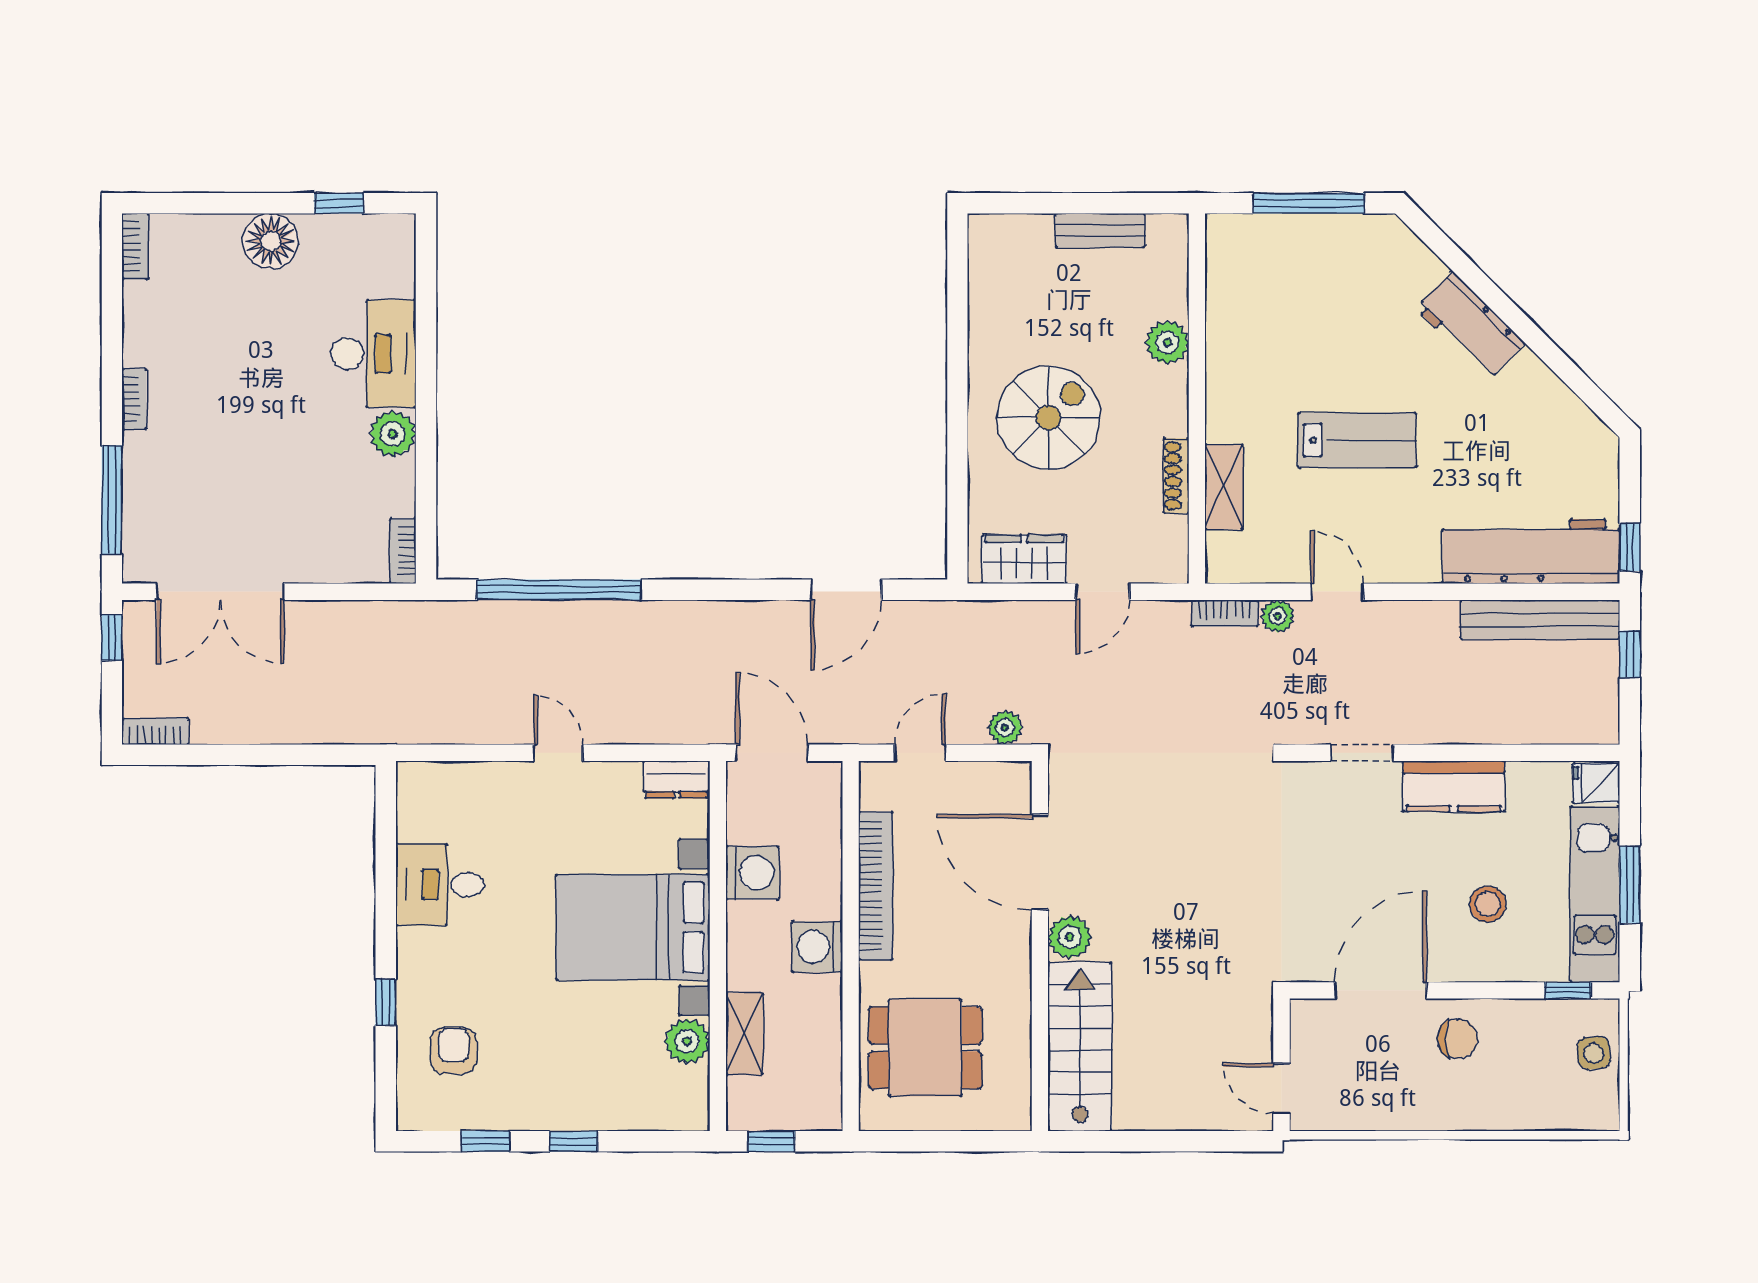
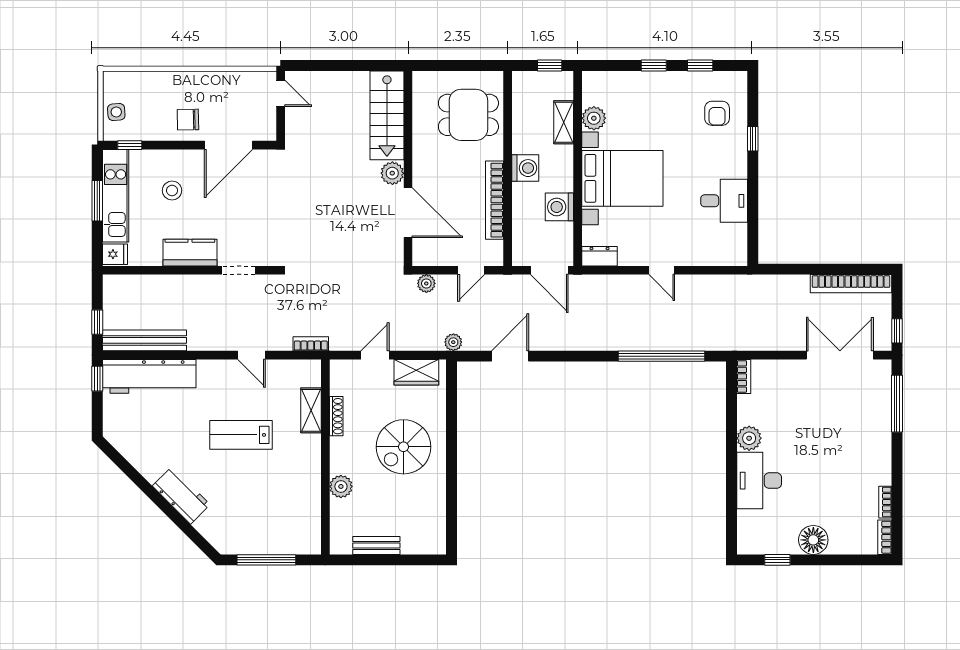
bookcase: (134, 399) -> (885, 502), moved
plant: (1278, 616) -> (453, 342), moved
bookcase: (155, 731) -> (851, 284), width x2.31, depth x1.31

